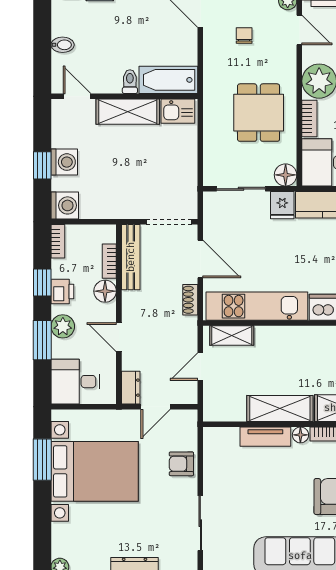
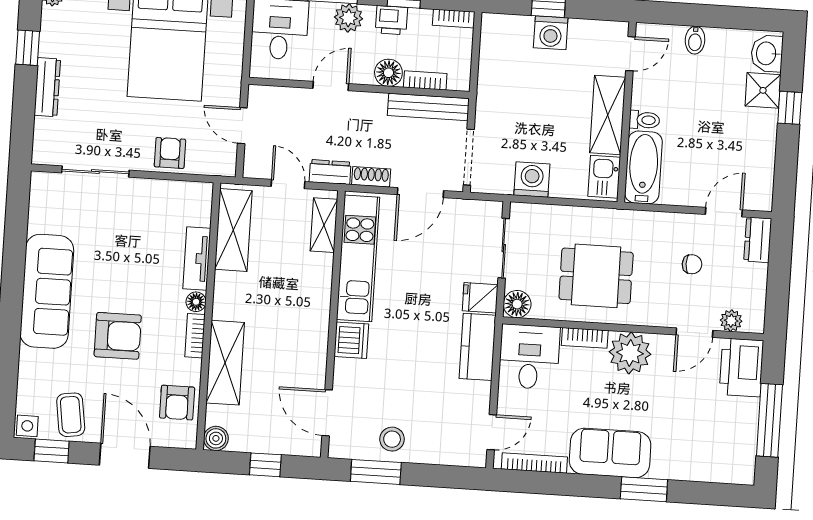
washing machine: (65, 205) -> (532, 180), moved, turned 180
dresser: (131, 388) -> (330, 172), moved, turned 180
shelving: (280, 408) -> (233, 230), moved

